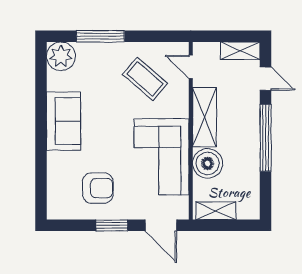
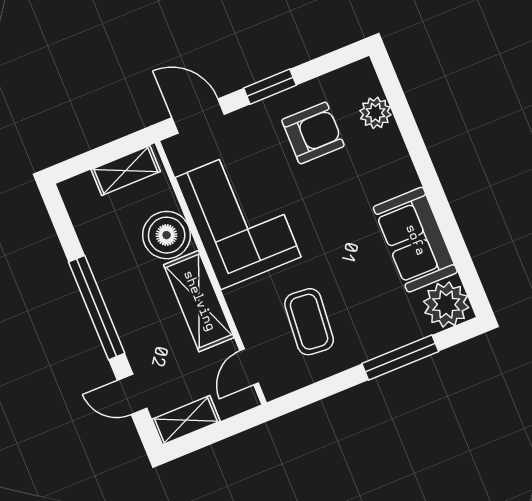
door: (191, 67) -> (249, 367), swing flipped
coffee table: (145, 79) -> (309, 322), turned 54
sofa: (64, 121) -> (415, 240), moved
plant: (57, 185) -> (375, 113), added
armchair: (98, 188) -> (313, 133), turned 180

